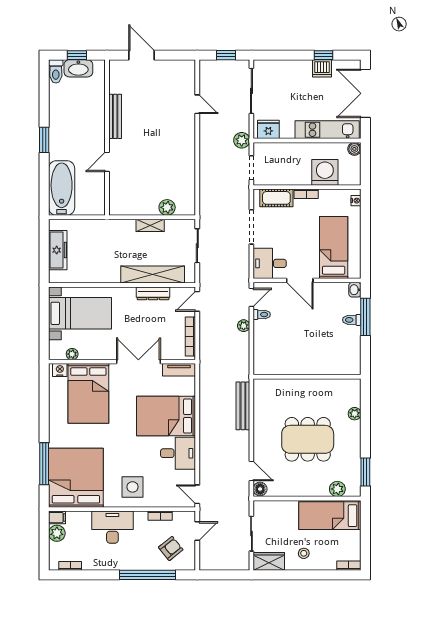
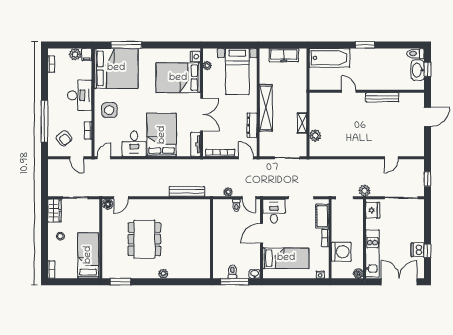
shelving: (153, 275) -> (266, 108), moved
wall: (307, 377) -> (212, 239), moved
bench: (243, 406) -> (187, 191), moved
plant: (337, 489) -> (108, 261), removed

